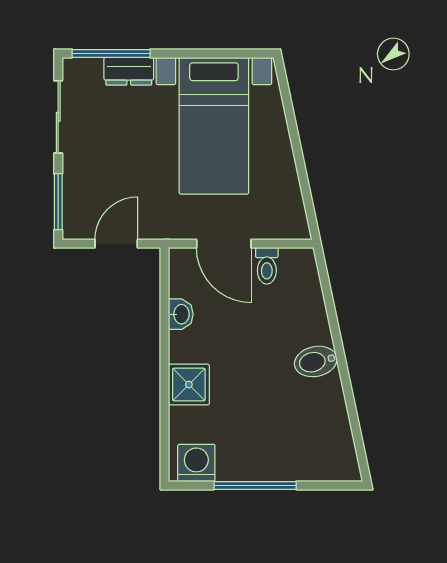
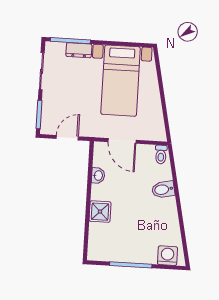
toilet: (267, 266) -> (161, 155), moved
bidet: (316, 361) -> (163, 189), moved
washing machine: (196, 463) -> (167, 256), moved

